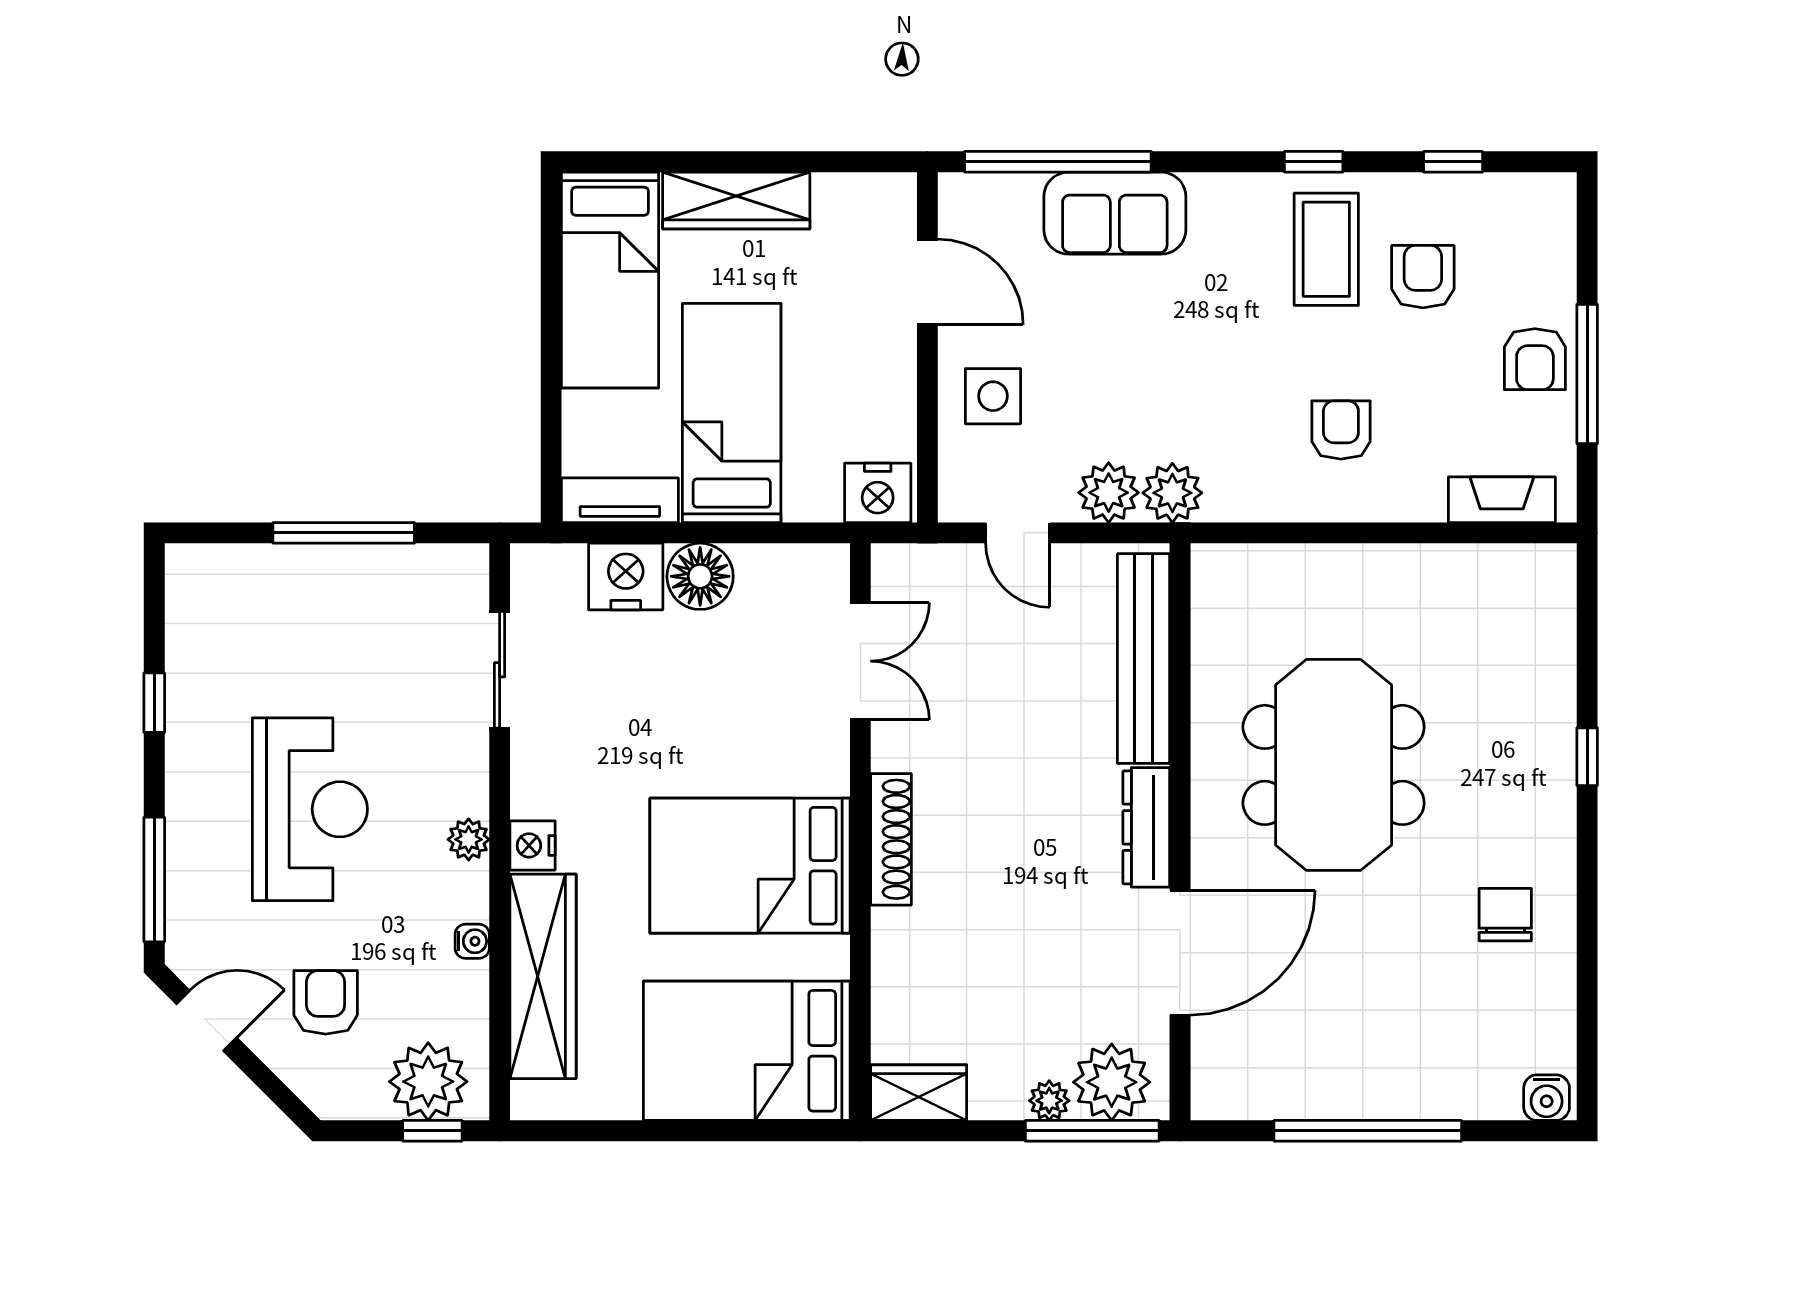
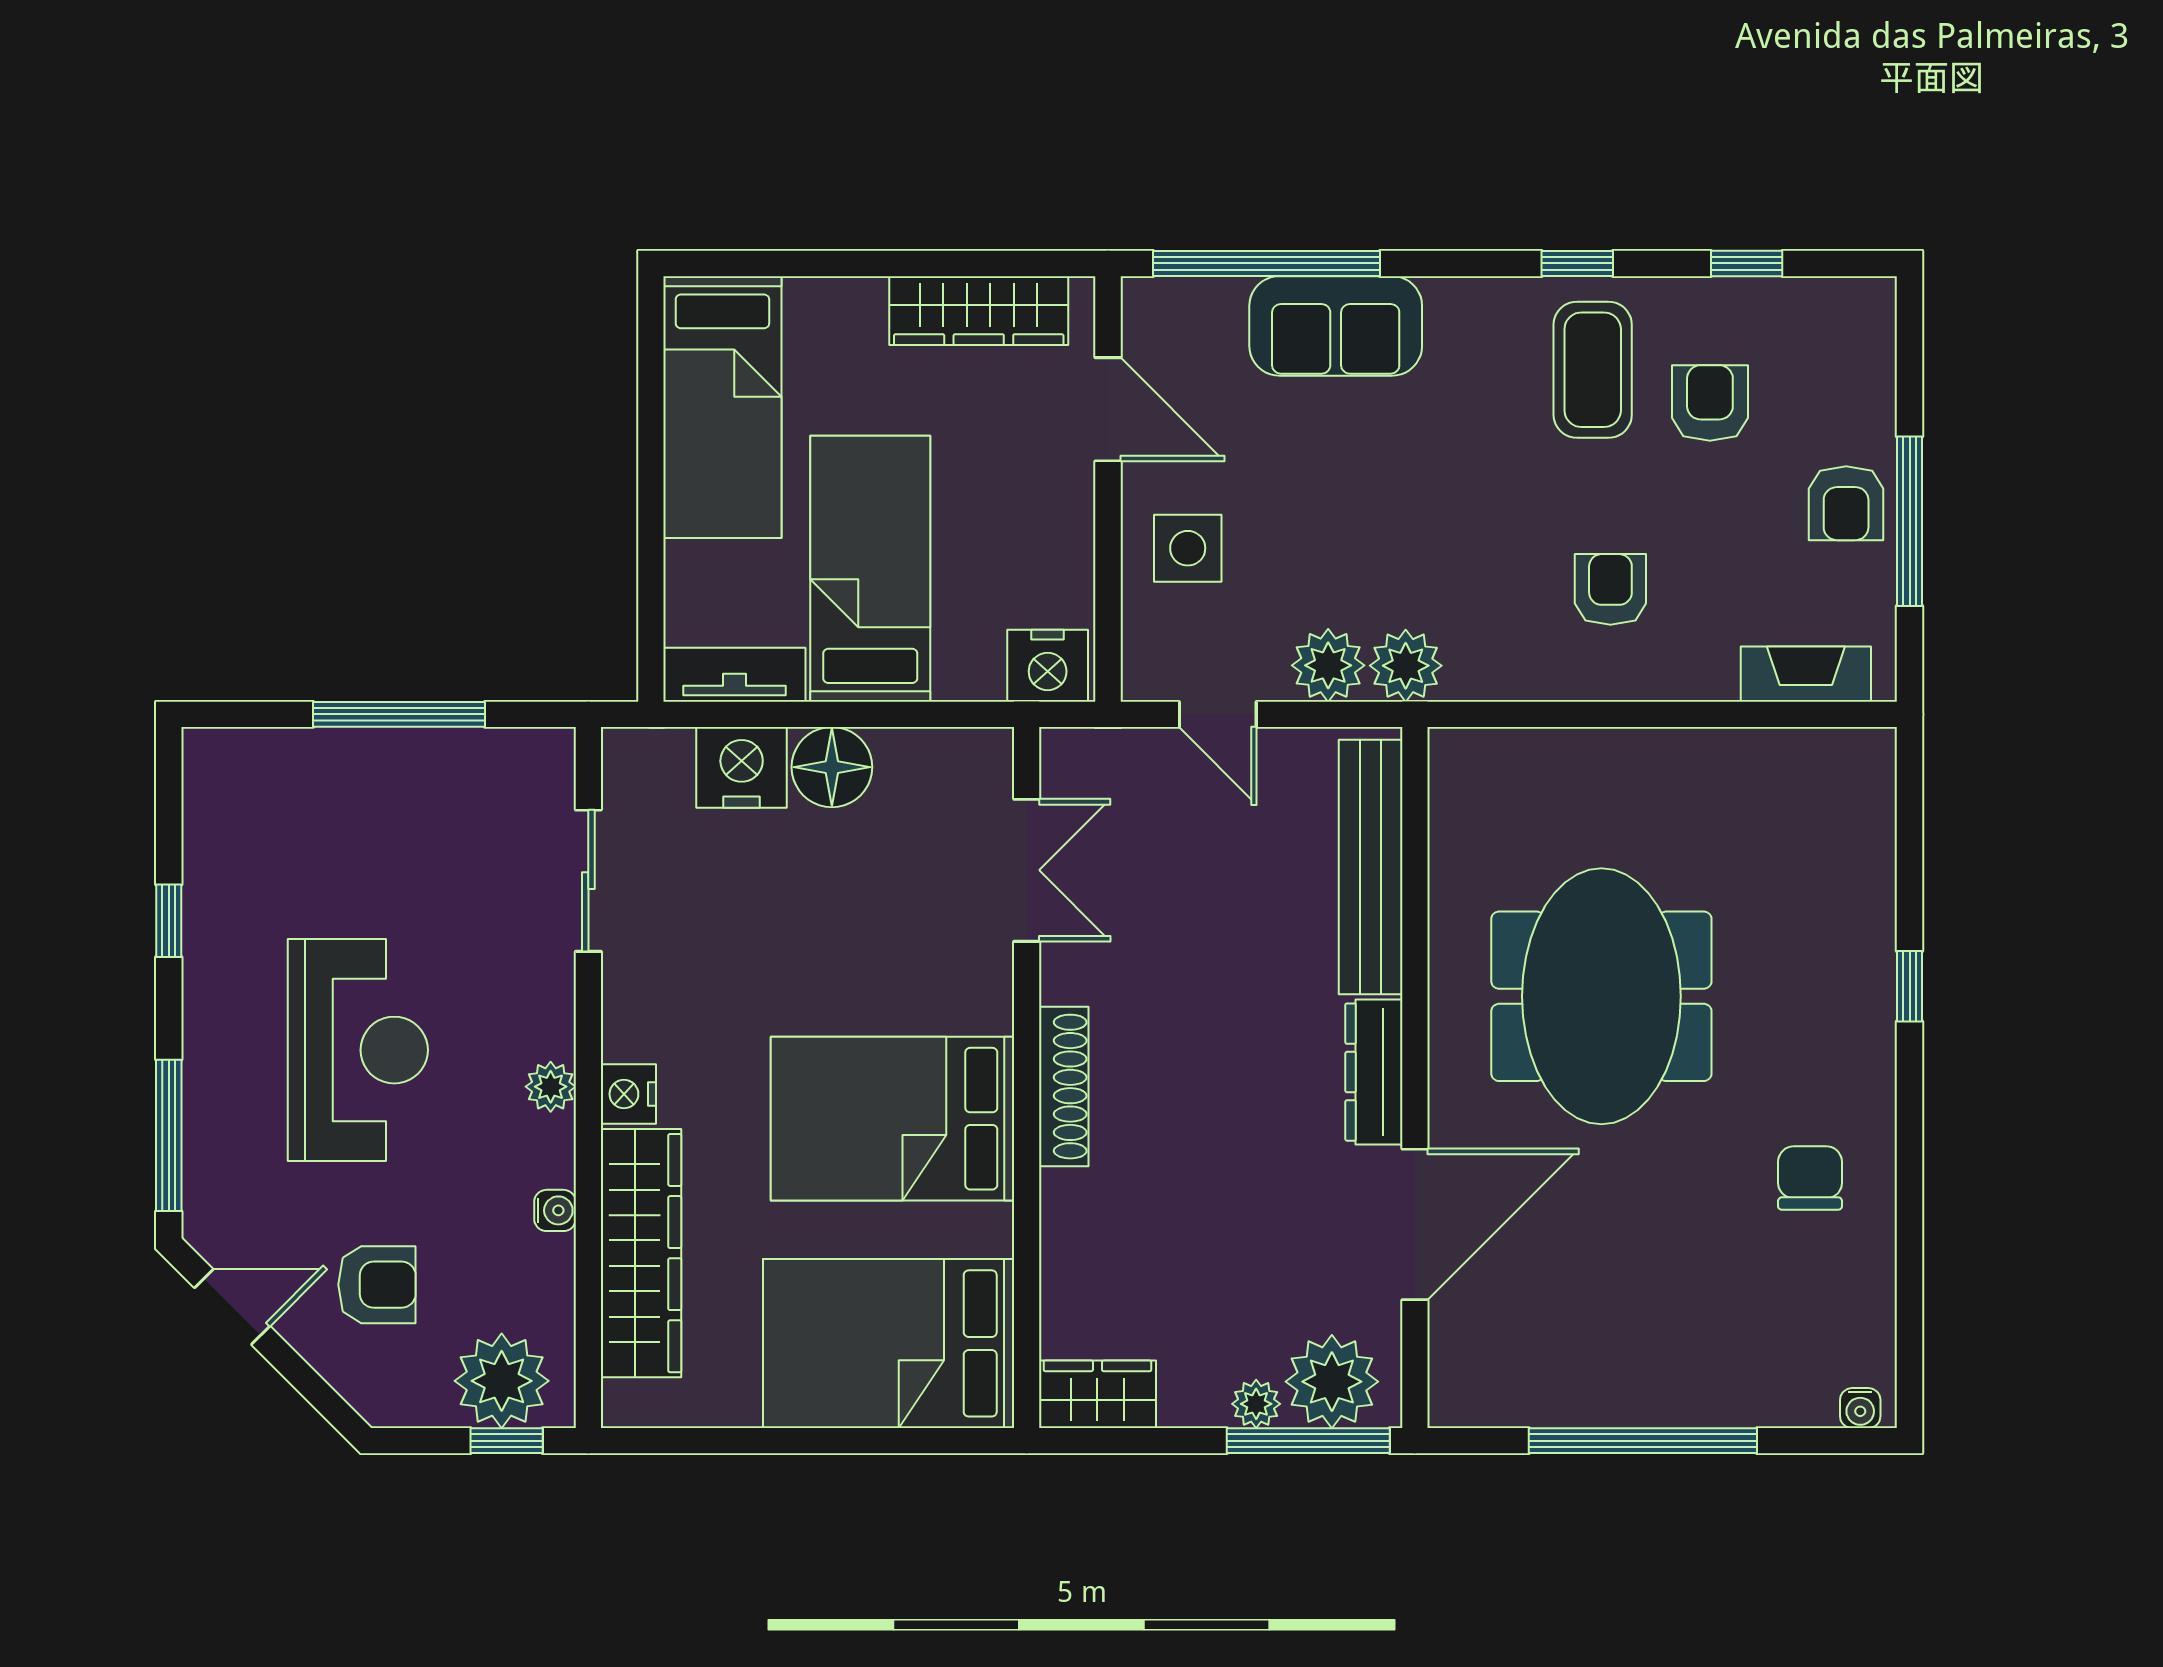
wardrobe: (736, 201) -> (979, 311), moved
armchair: (326, 1002) -> (377, 1285), turned 90
water cooler: (1547, 1098) -> (1860, 1408), width x0.72, depth x0.72

